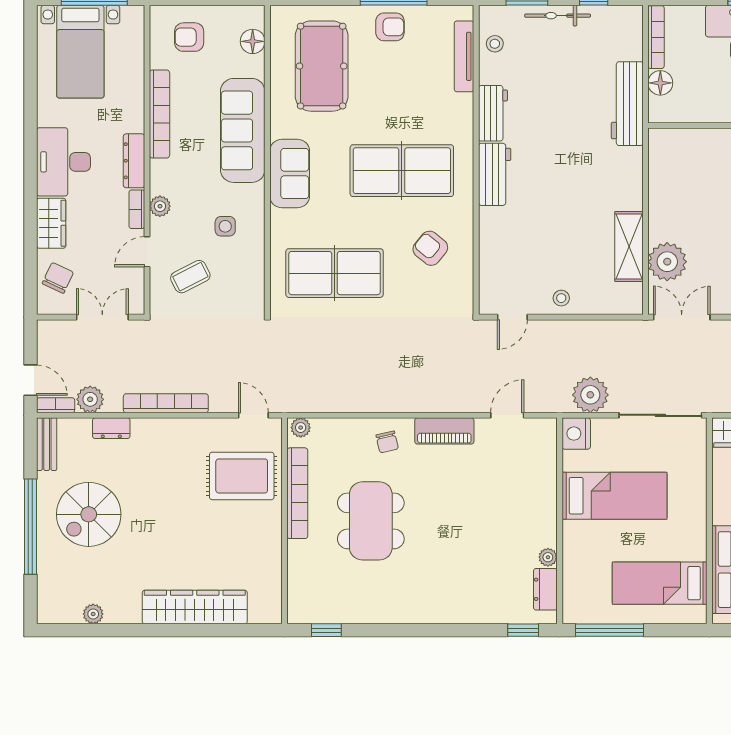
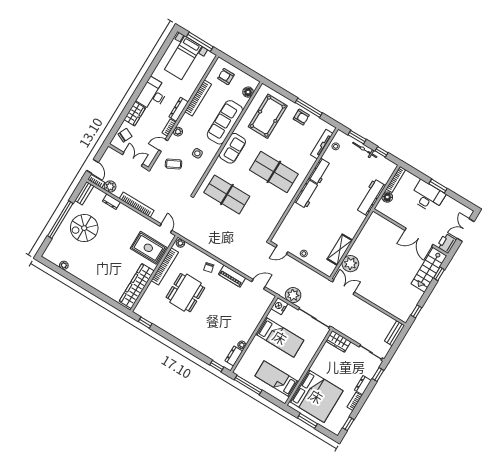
armchair: (430, 248) -> (267, 207), removed
wardrobe: (195, 607) -> (137, 286), moved, turned -90

